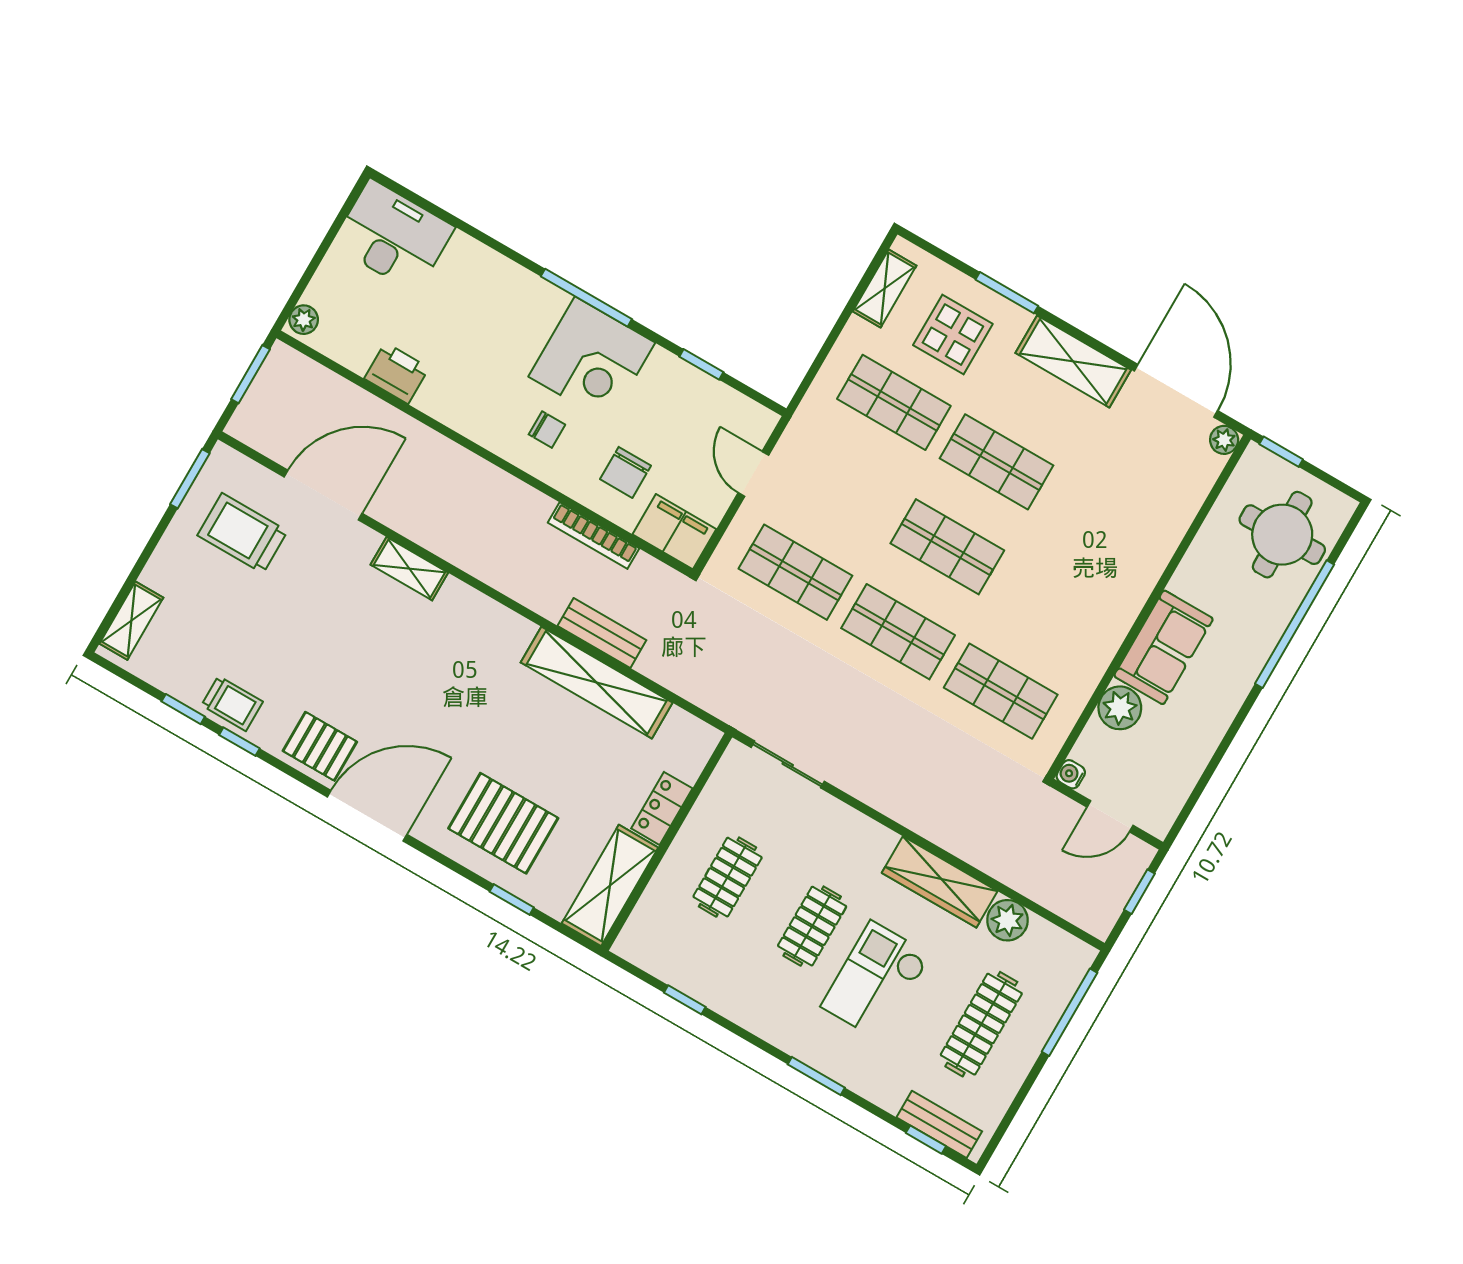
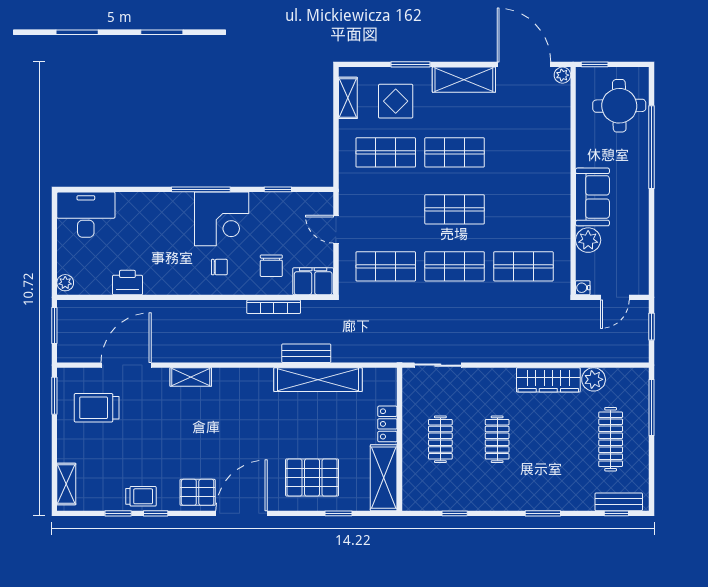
checkout: (876, 981) -> (545, 448), removed

